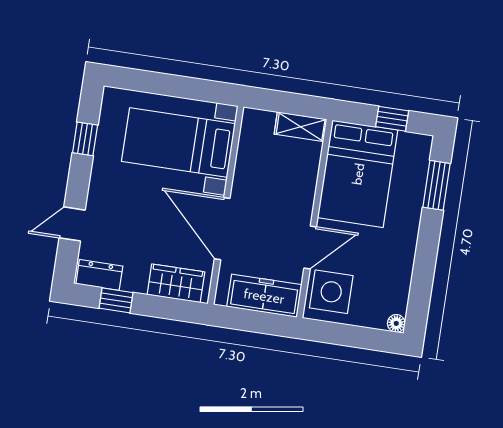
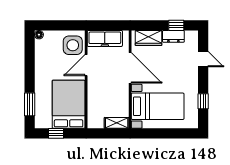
shelving: (301, 127) -> (117, 123), moved
door: (72, 224) -> (203, 59), hinge flipped
dresser: (99, 275) -> (173, 36), moved

